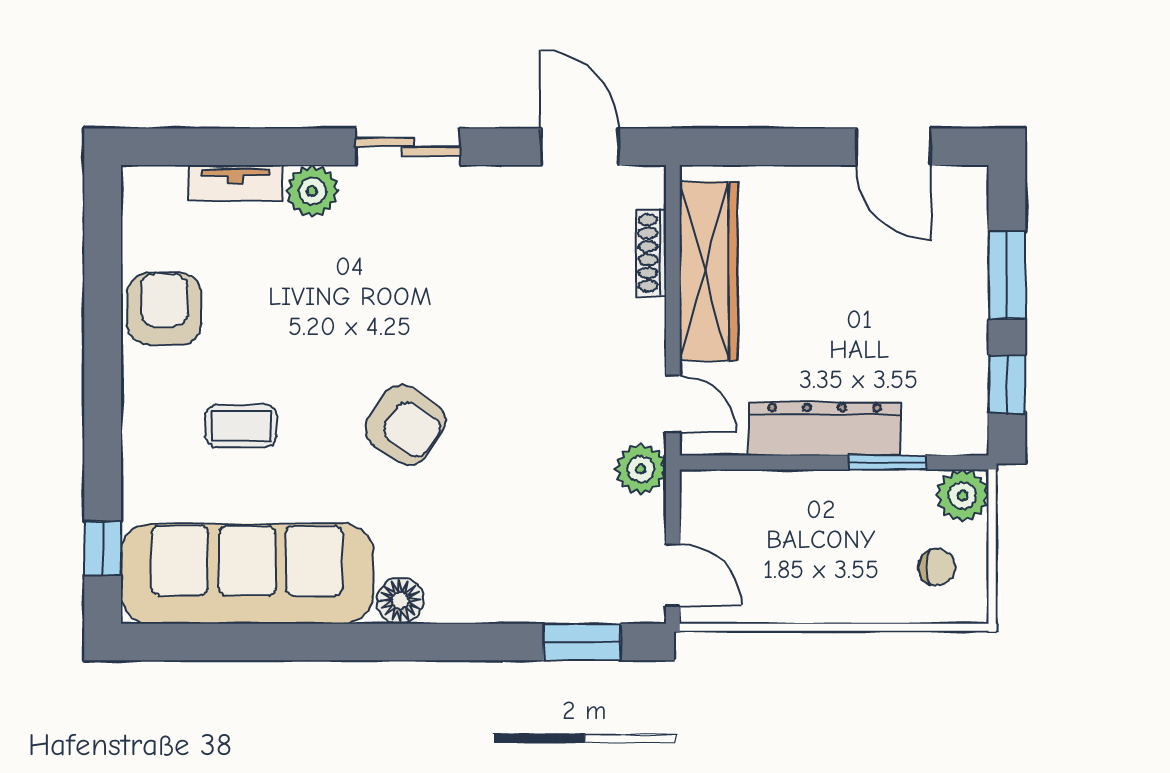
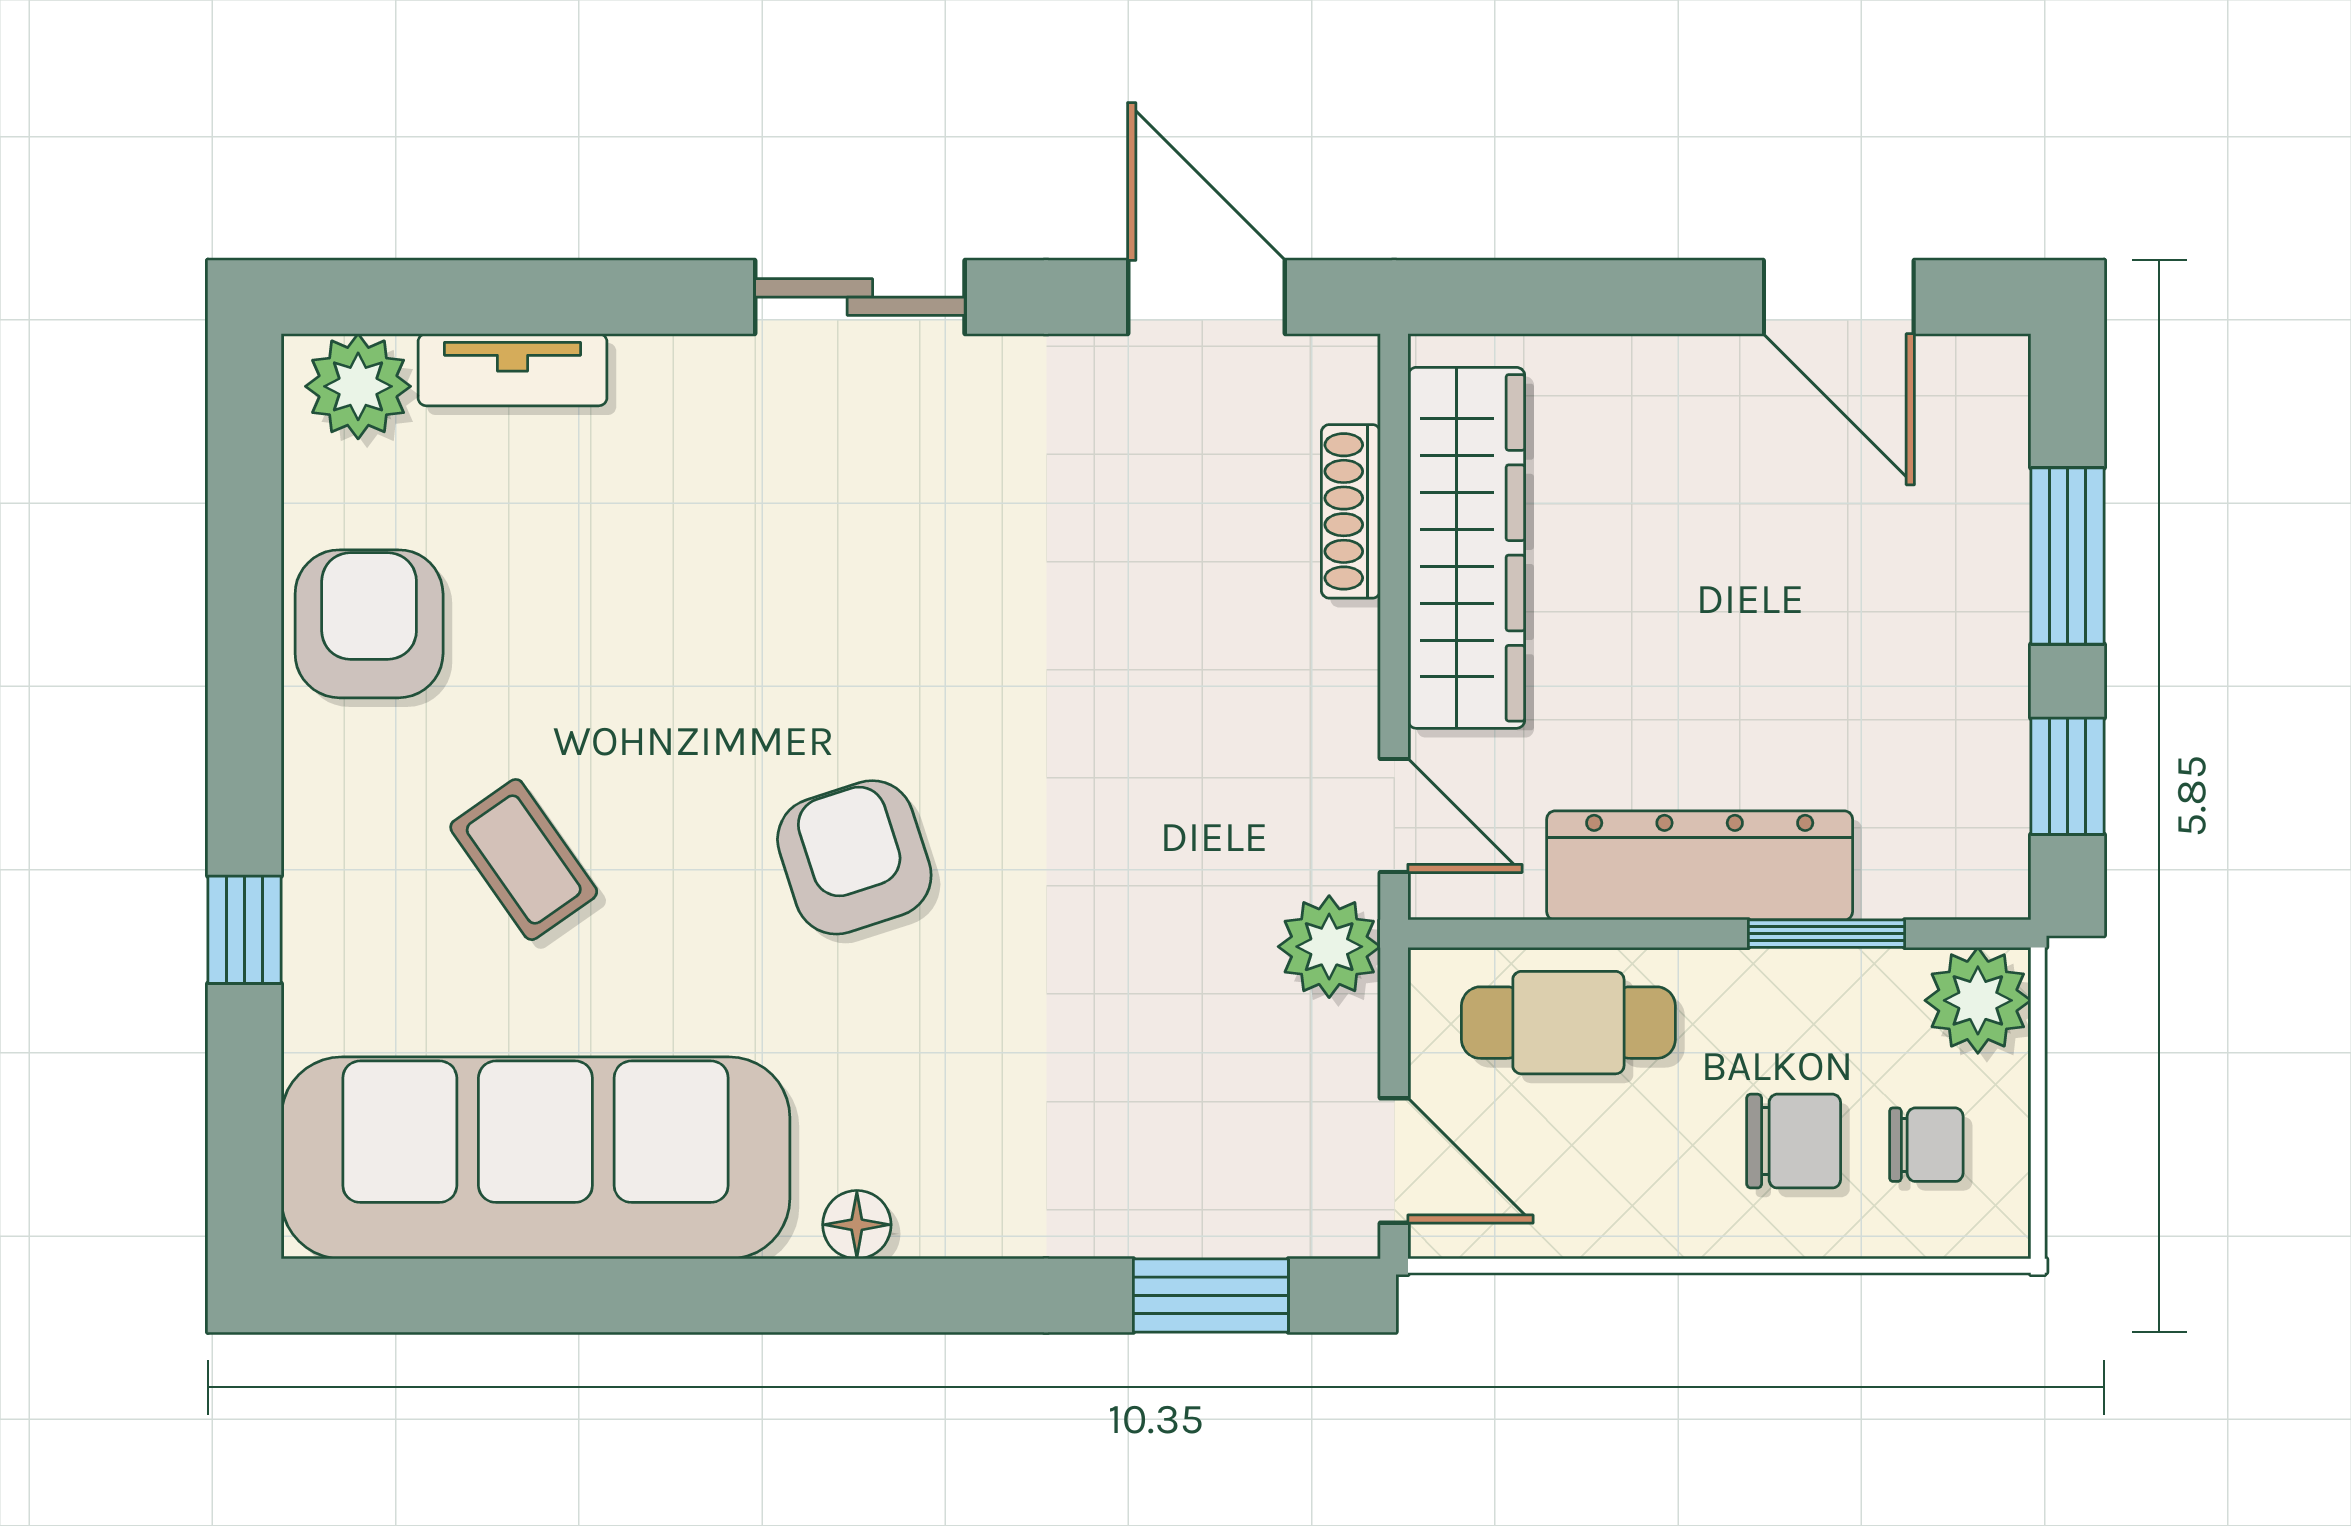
plant: (312, 191) -> (358, 386), moved
armchair: (405, 425) -> (854, 857), turned -142
coffee table: (241, 426) -> (524, 860), turned 55
cafe table: (759, 507) -> (1568, 1023), added
window: (103, 548) -> (244, 930), moved
chair: (871, 565) -> (1794, 1141), added
floor lamp: (400, 601) -> (857, 1225), width x0.73, depth x0.73

